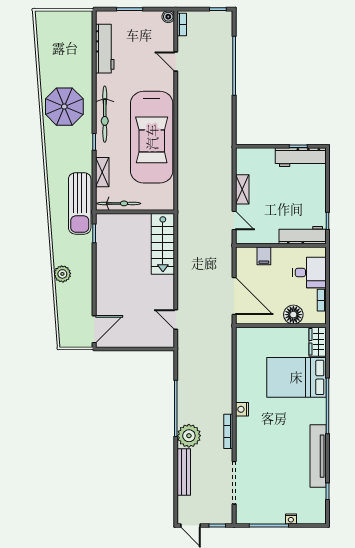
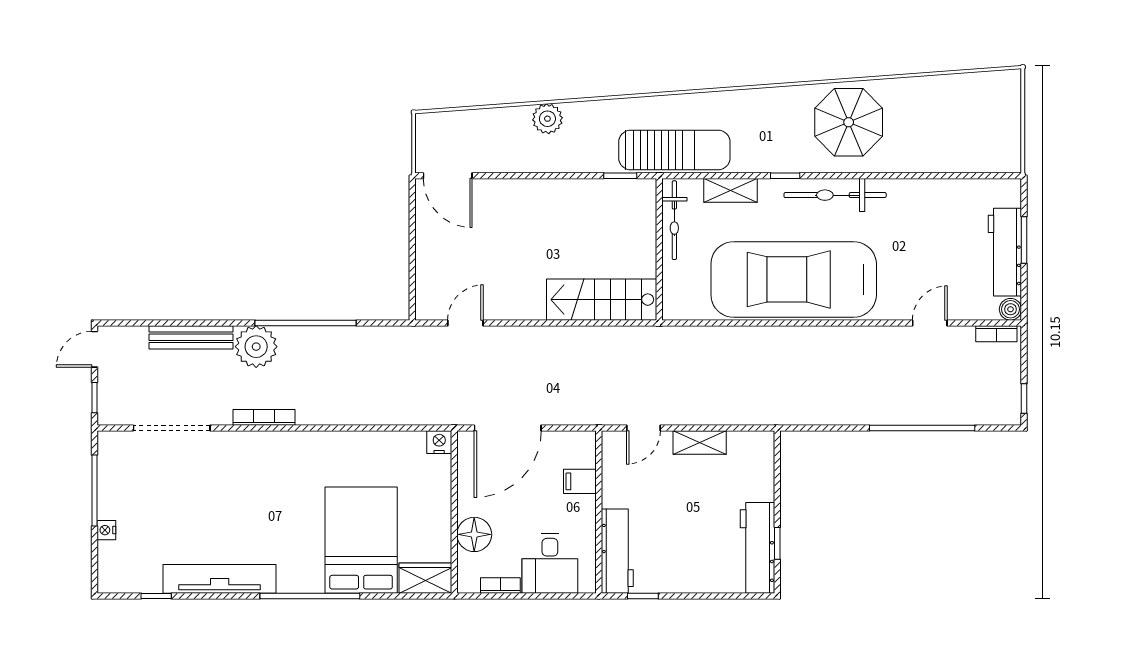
workbench: (105, 49) -> (1005, 252), moved, turned 90
sun lounger: (80, 203) -> (674, 150), turned 180
nightstand: (242, 409) -> (439, 442), moved

